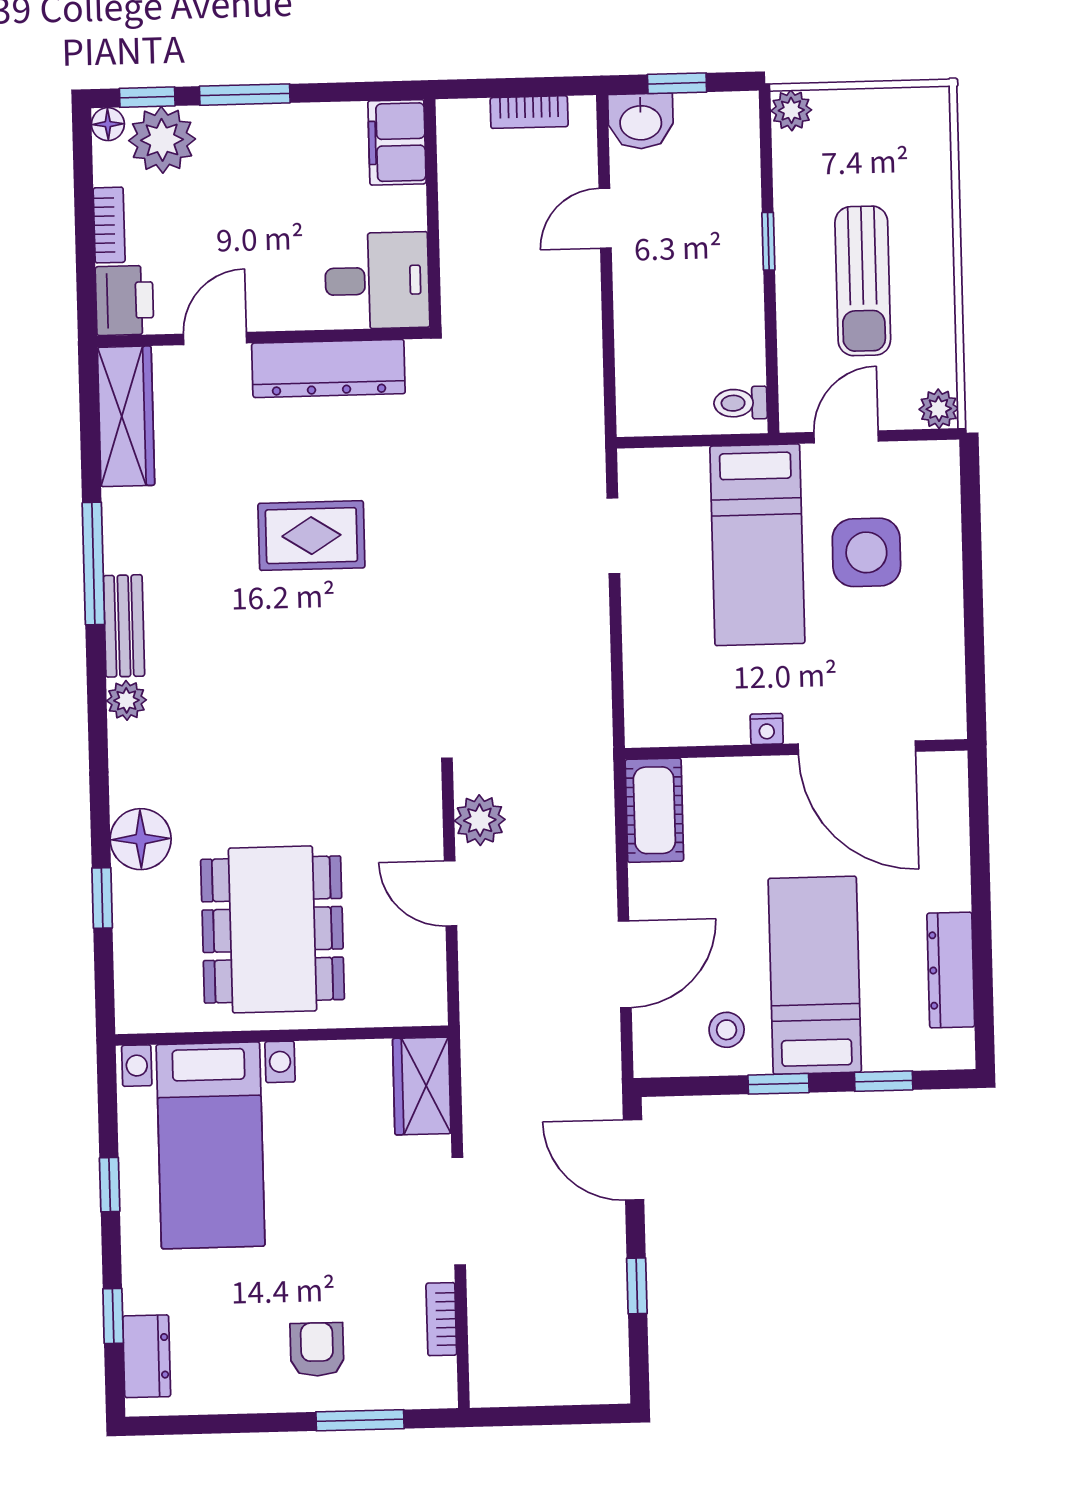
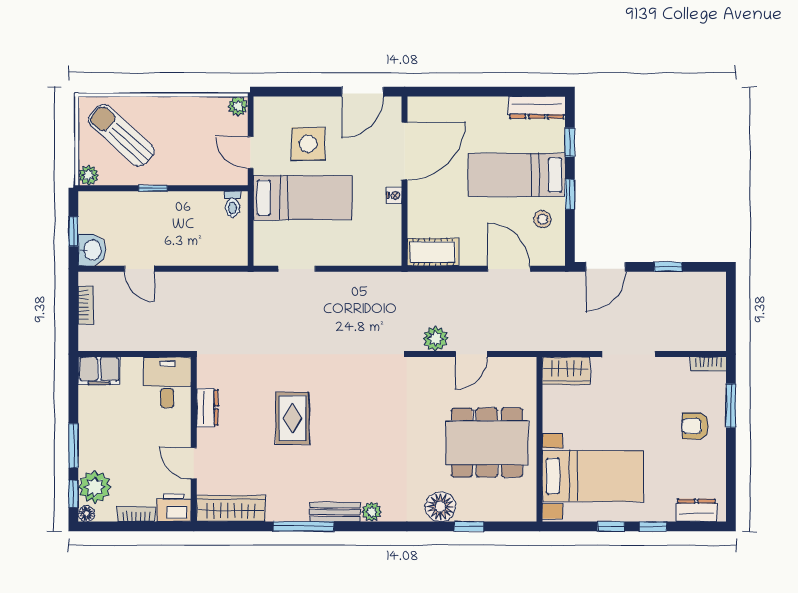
sun lounger: (863, 281) -> (121, 135), moved, turned -138
dresser: (328, 368) -> (207, 408), width x0.51, depth x0.80
door: (975, 660) -> (363, 92), added
dresser: (951, 970) -> (537, 107), moved
window: (113, 1316) -> (653, 526), moved
bookcase: (441, 1319) -> (708, 364), moved

